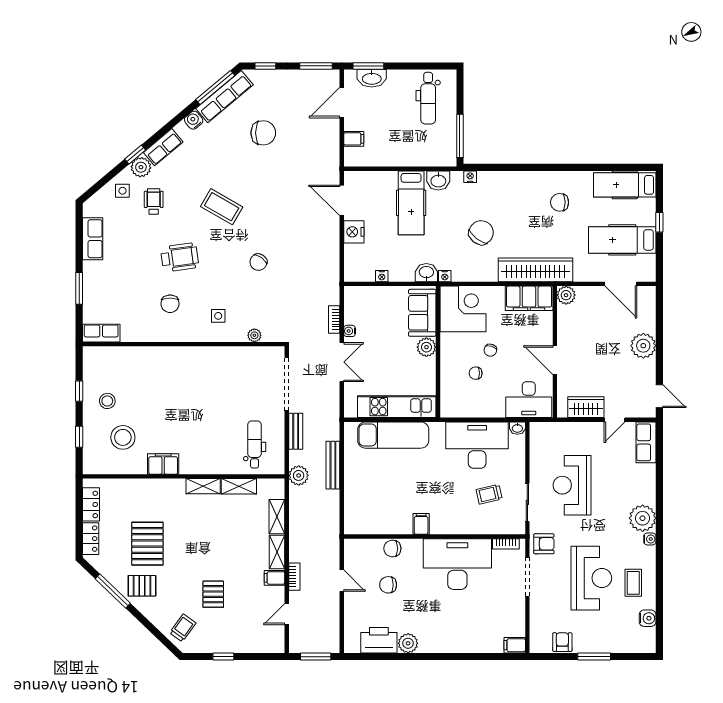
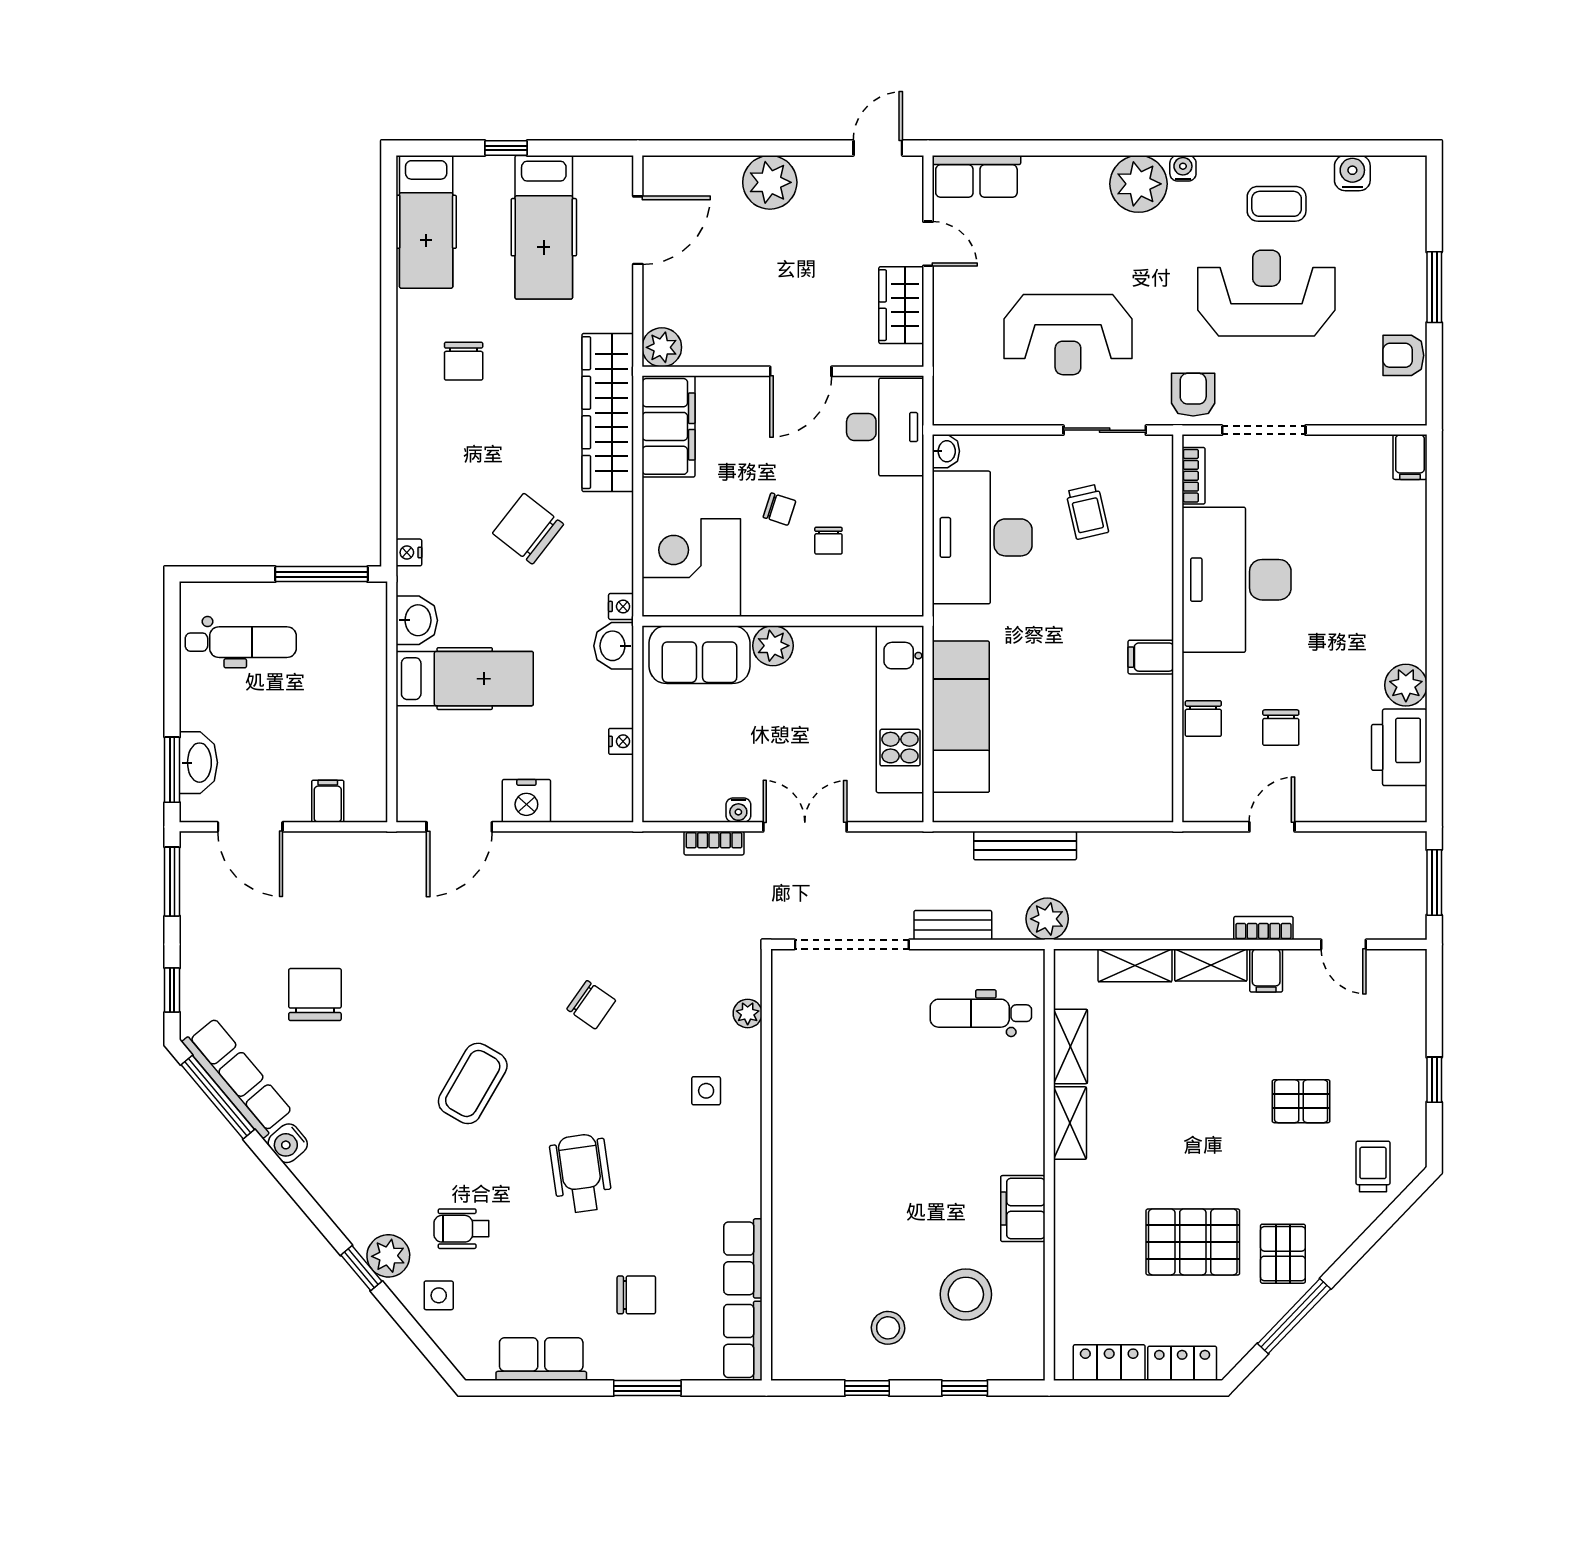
row of seats: (163, 147) -> (743, 1258), moved, turned -140
chair: (170, 304) -> (636, 1295), moved
trolley: (183, 628) -> (1373, 1167), turned 54

